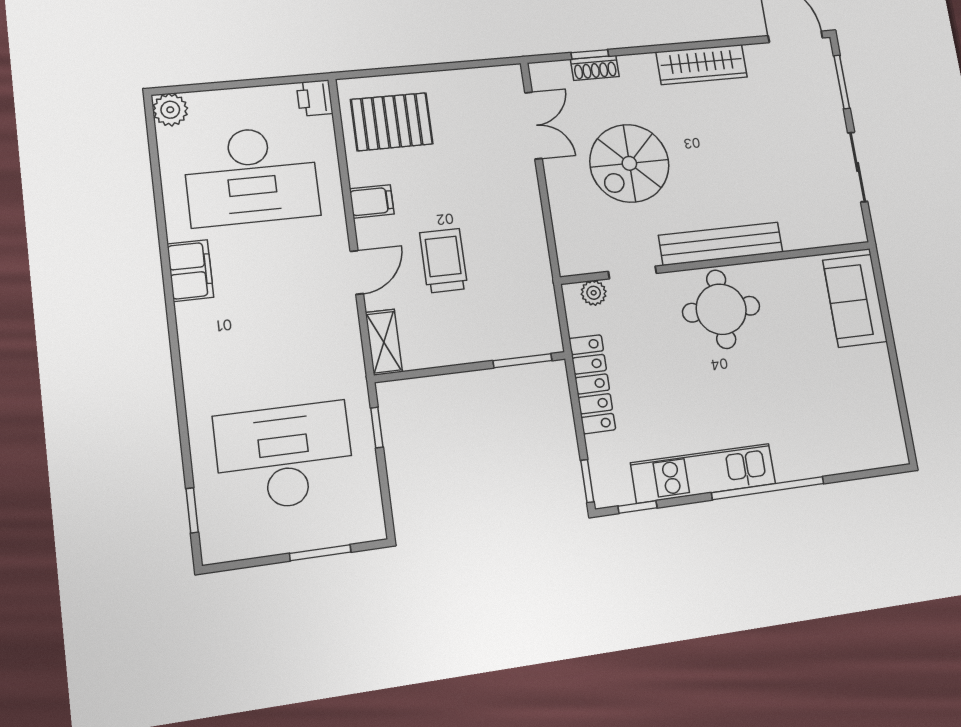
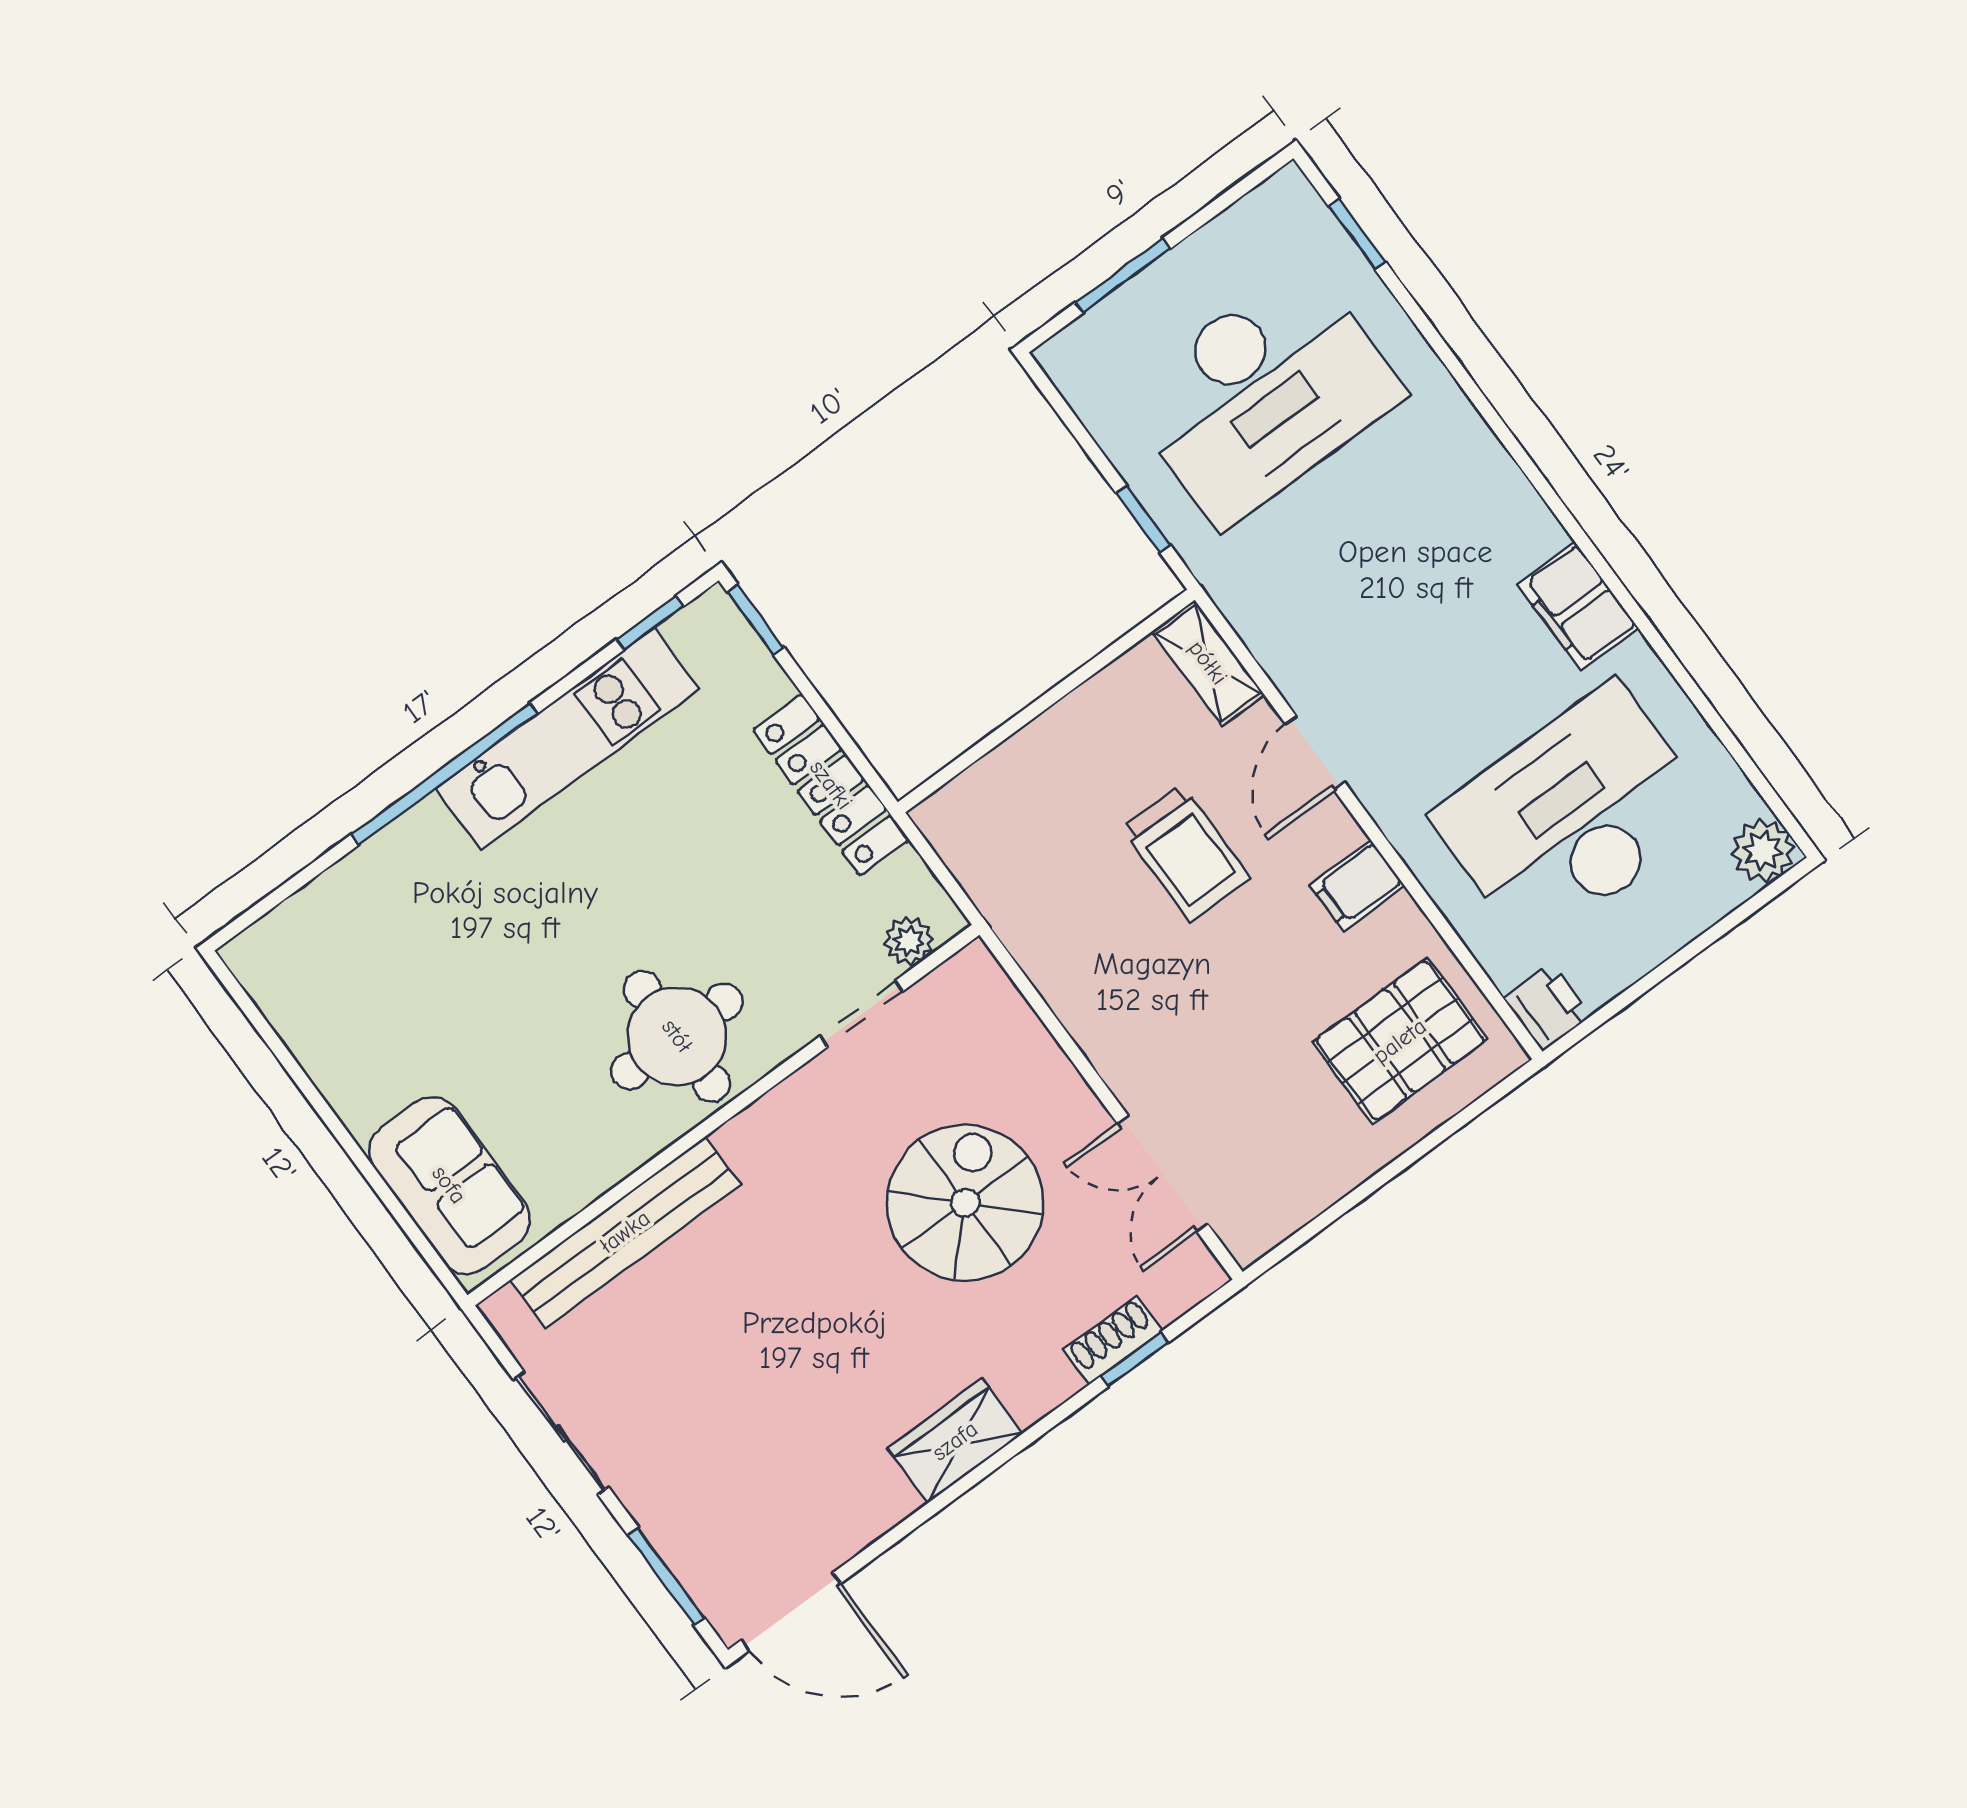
wardrobe: (702, 64) -> (955, 1441), width x0.67
bench: (721, 244) -> (625, 1232), moved
window: (522, 361) -> (967, 759), removed

